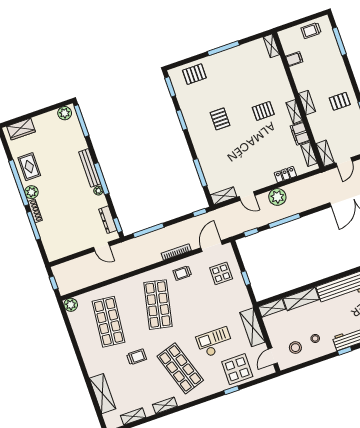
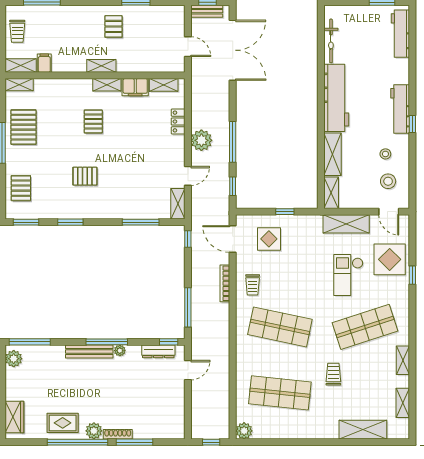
pallet: (241, 60) -> (23, 127), added
shelving: (325, 153) -> (21, 65), moved

